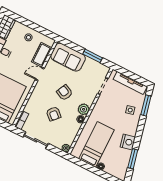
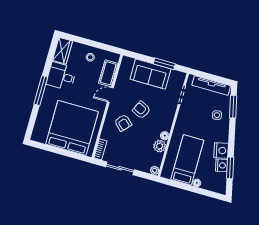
sofa: (68, 57) -> (150, 74), moved
plant: (84, 109) -> (160, 146), moved
armchair: (54, 114) -> (123, 123), moved
nightstand: (126, 155) -> (222, 165), added

